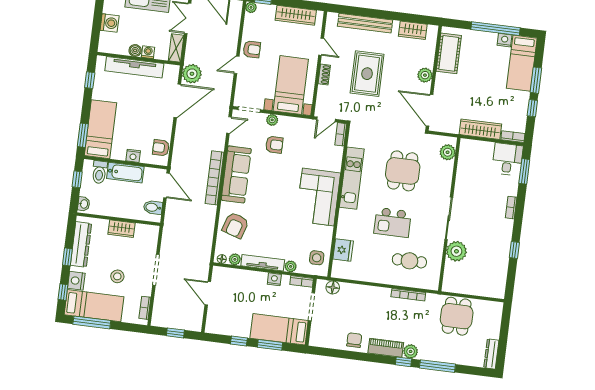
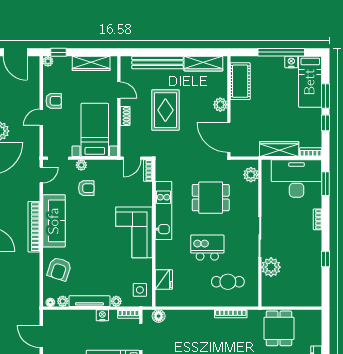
wardrobe: (413, 30) -> (203, 64), width x1.50
desk: (507, 159) -> (297, 179), width x1.87, depth x1.30
dining table: (403, 171) -> (211, 198), turned 90
kitchen island: (393, 222) -> (207, 248), turned 180

